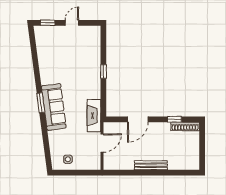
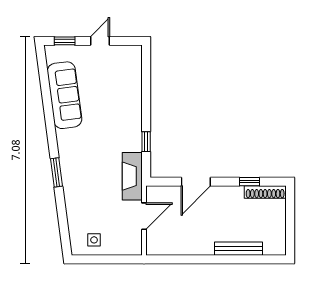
window: (103, 71) -> (146, 142), moved
window: (41, 103) -> (57, 172), moved
sofa: (54, 107) -> (65, 95), moved
bench: (151, 165) -> (239, 249), moved

